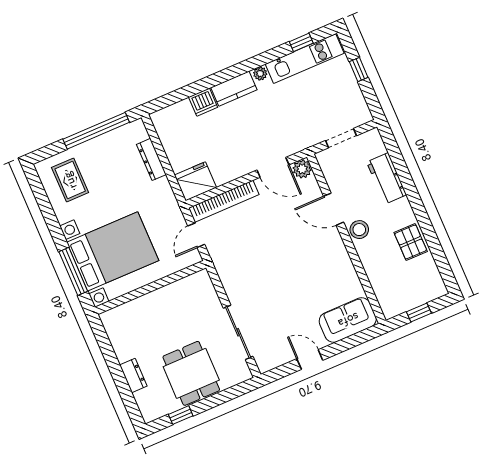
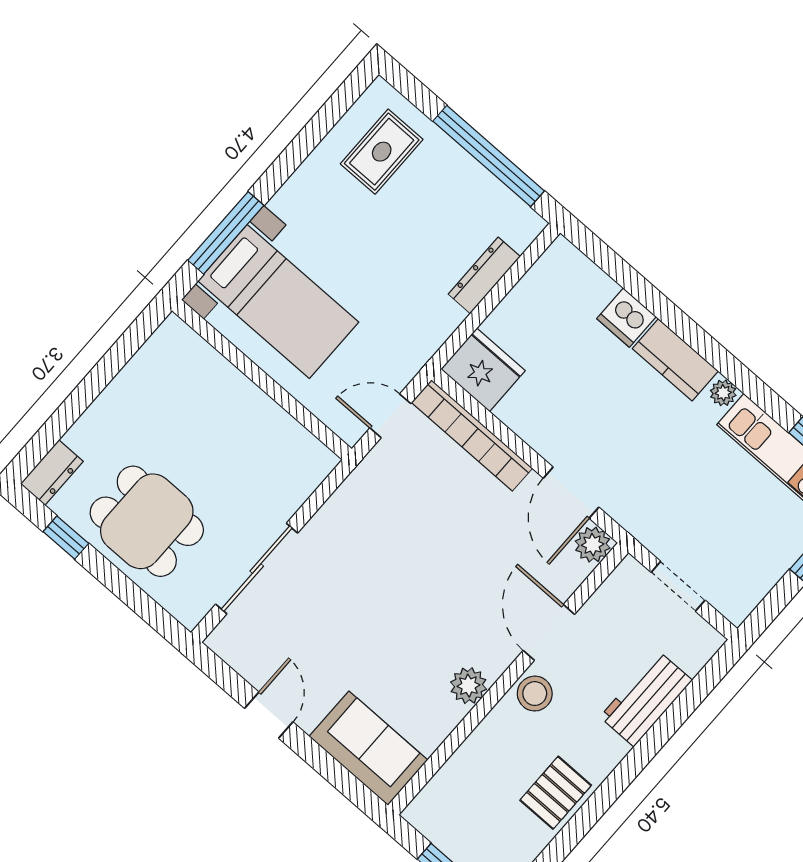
bed with nightstands: (113, 251) -> (278, 301), width x0.73
plant: (341, 259) -> (468, 686), added
dining table: (191, 373) -> (147, 521), turned 90
dresser: (133, 375) -> (52, 472), moved

